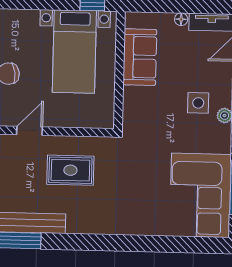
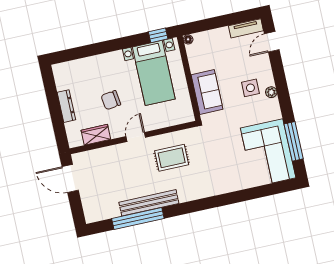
floor lamp: (181, 19) -> (188, 39), moved
sofa: (140, 57) -> (207, 92), moved

